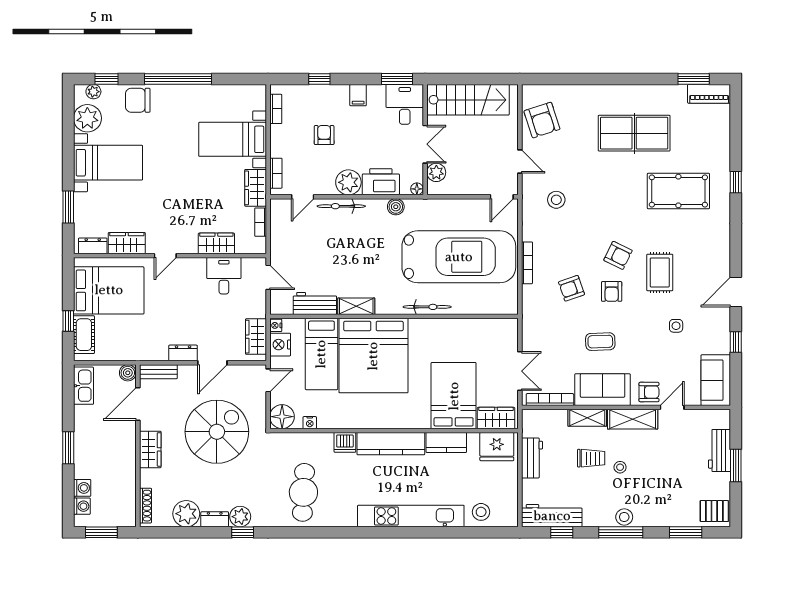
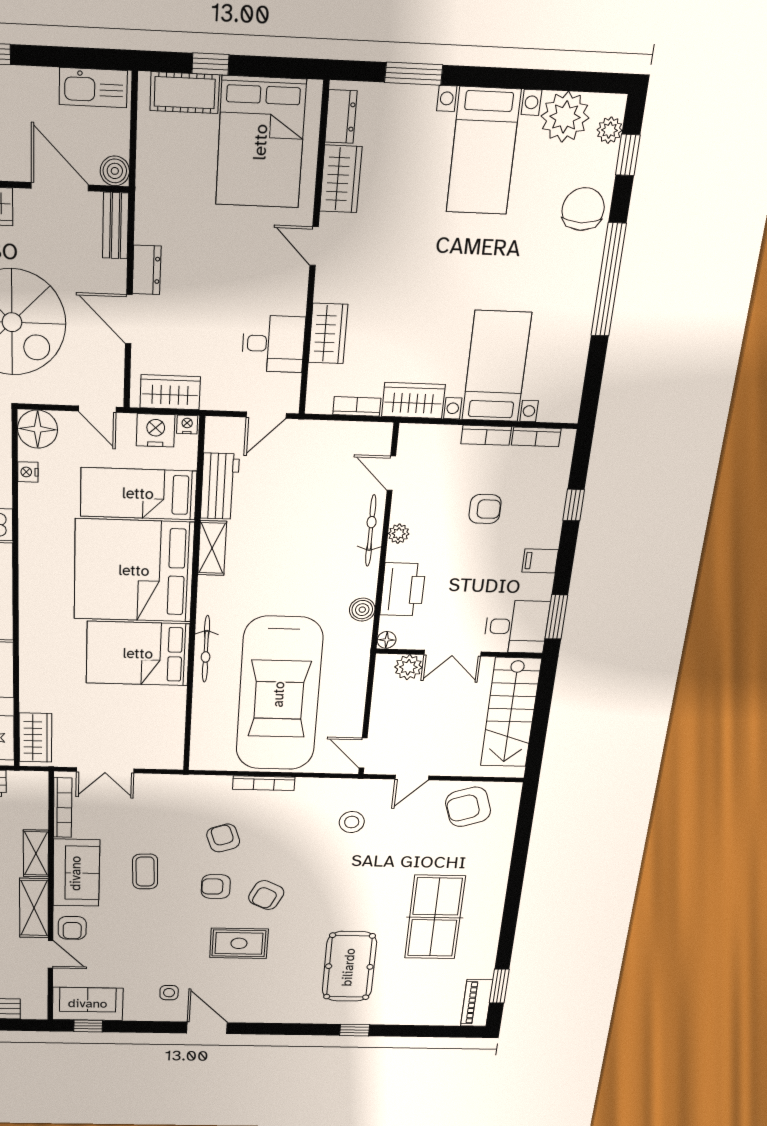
bookcase: (276, 173) -> (486, 435), moved
plant: (348, 182) -> (399, 534), width x0.53, depth x0.53
side table: (676, 326) -> (169, 993), moved
window: (736, 342) -> (88, 1026), moved
bed: (454, 396) -> (138, 654), moved, turned 180

